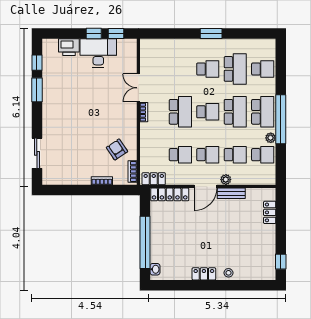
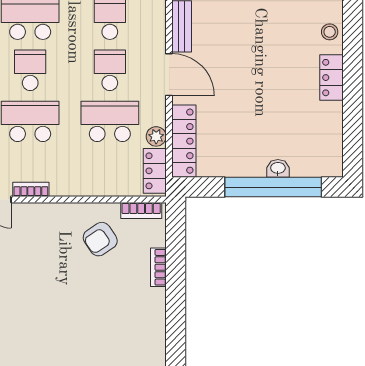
school desk: (180, 155) -> (110, 121), width x1.85
plant: (226, 180) -> (156, 136), moved
washbasin: (155, 269) -> (278, 168), moved

